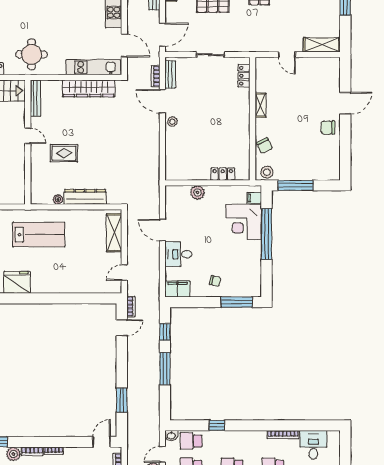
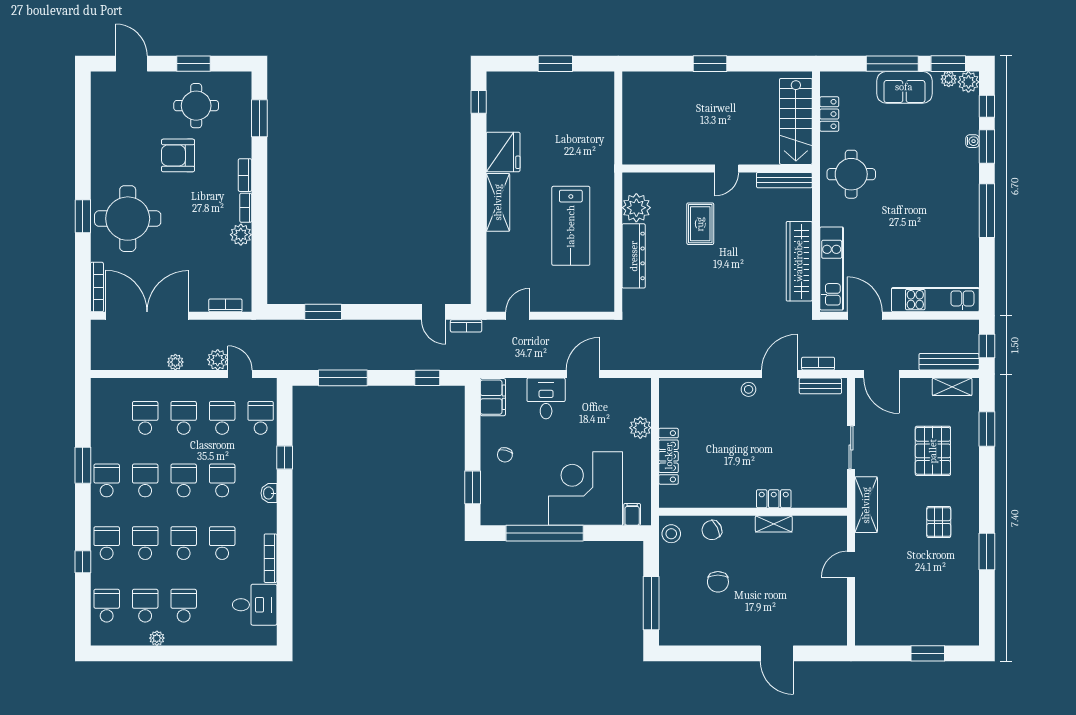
door: (124, 45) -> (865, 316), swing flipped
shelving: (322, 45) -> (866, 505), moved
locker: (244, 76) -> (774, 499), moved
chair: (328, 128) -> (718, 582), moved, turned 180
locker: (223, 174) -> (669, 456), width x1.53
window: (296, 185) -> (651, 603), moved
plant: (58, 199) -> (636, 208), width x1.88, depth x1.88
corner desk: (244, 222) -> (585, 489), width x1.36, depth x1.36
shelving: (114, 233) -> (498, 202), moved, turned 90
window: (267, 234) -> (545, 533), moved
lab bench: (39, 235) -> (571, 226), moved
door: (124, 273) -> (518, 316), hinge flipped
window: (237, 302) -> (473, 487), width x0.69
window: (165, 369) -> (343, 378), moved
washbasin: (171, 435) -> (269, 493), moved
door: (102, 442) -> (259, 281), removed
plant: (13, 454) -> (241, 235), moved

